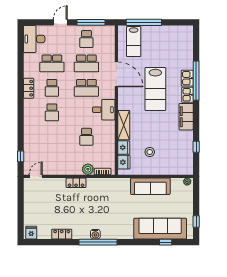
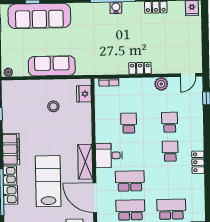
locker: (29, 88) -> (198, 162), moved
school desk: (52, 88) -> (170, 122), moved
shelving: (124, 125) -> (85, 162), moved
fridge: (124, 148) -> (84, 111), removed
plant: (88, 169) -> (161, 84), moved

